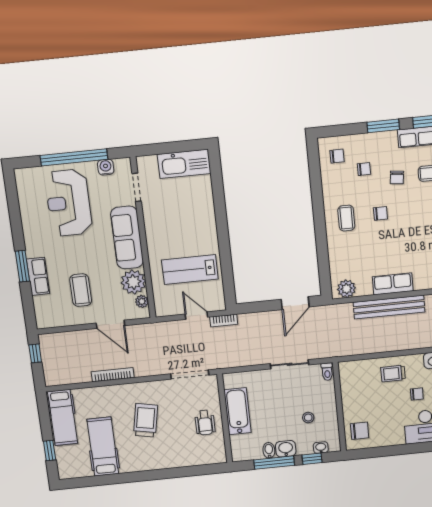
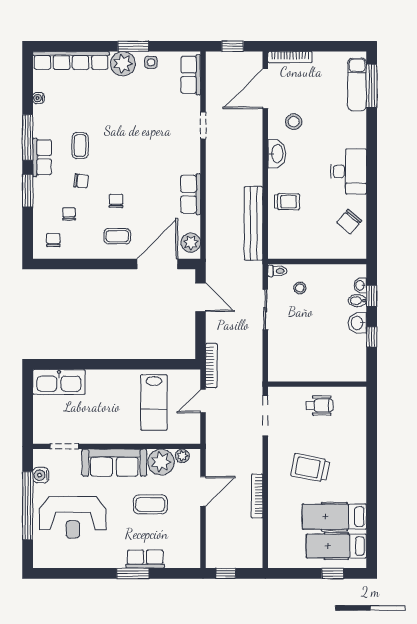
kitchen sink: (184, 164) -> (59, 382), moved, turned 90
door: (323, 259) -> (157, 264), added
coffee table: (81, 290) -> (150, 504), moved
bench: (389, 307) -> (254, 223), moved
bookcase: (224, 321) -> (211, 366), width x1.56
trolley: (393, 374) -> (287, 202), turned -90
chair: (417, 394) -> (312, 178), removed
bathtub: (237, 411) -> (311, 370), removed
hospital bed: (63, 418) -> (336, 546), moved, turned 180
stool: (308, 418) -> (300, 288), moved
chair: (360, 431) -> (349, 222), moved, turned -140
bidet: (269, 450) -> (357, 301), moved
window: (274, 463) -> (372, 337), width x0.46

